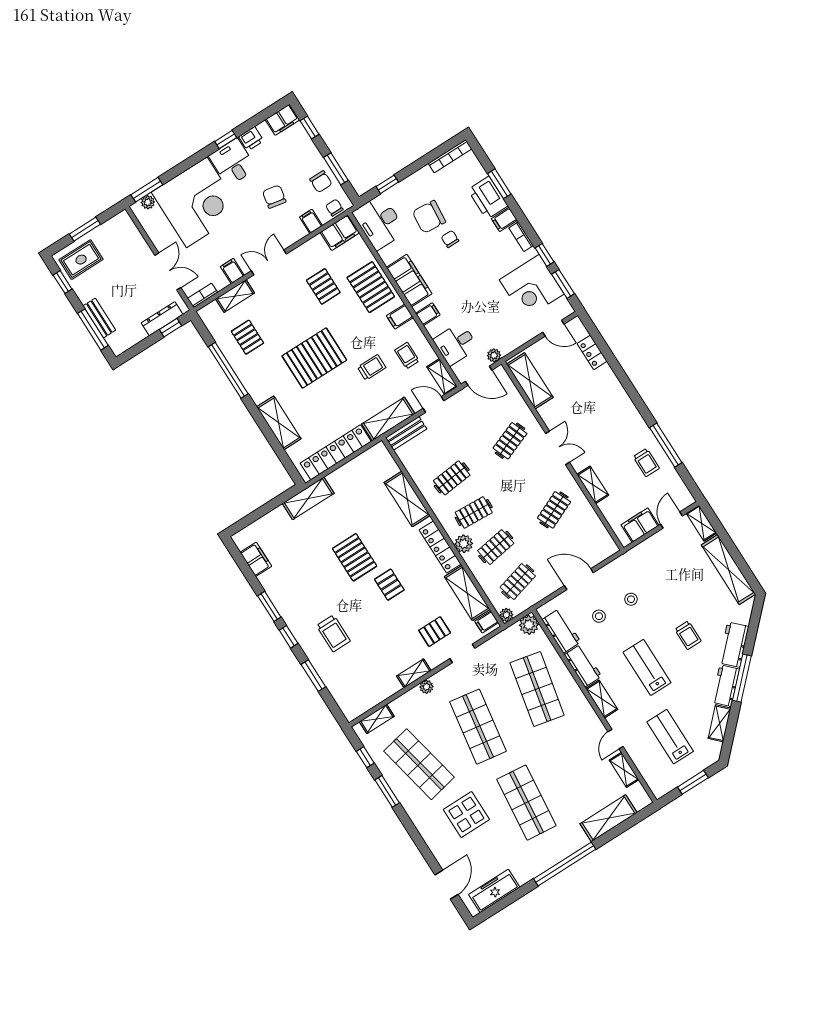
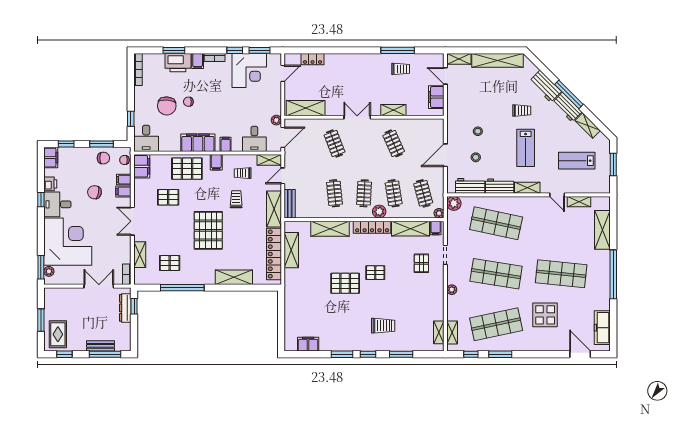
desk: (379, 222) -> (146, 138), width x0.73
filing cabinet: (232, 271) -> (123, 191), moved
shelving: (308, 498) -> (291, 250), moved
lab bench: (647, 667) -> (526, 148), turned -90
shelving: (414, 673) -> (439, 332), moved

